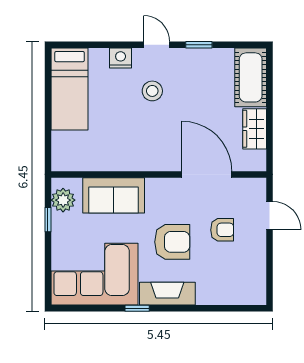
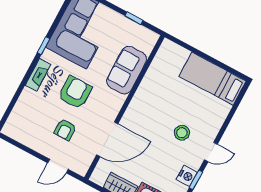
nightstand: (121, 58) -> (187, 176), moved
plant: (63, 200) -> (141, 35), removed
armchair: (172, 242) -> (75, 92), turned 180
fireplace: (167, 294) -> (38, 75), width x0.73, depth x0.76

